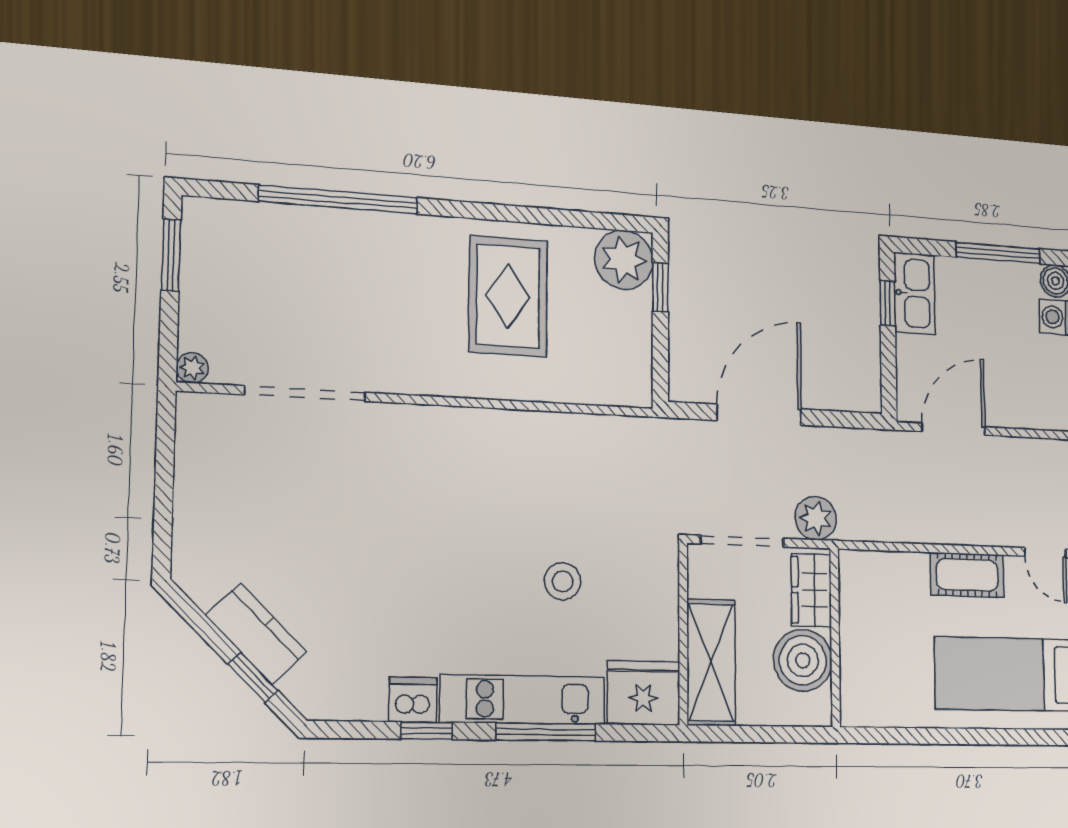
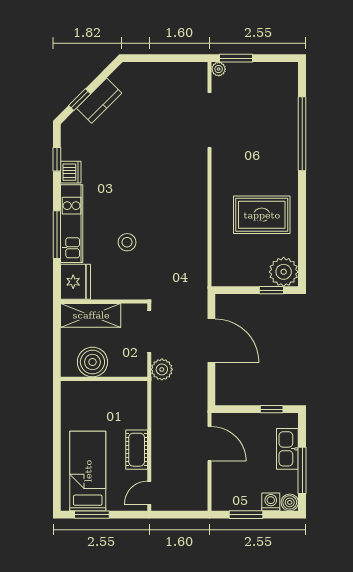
window: (171, 255) -> (236, 58), moved
kitchen sink: (914, 293) -> (287, 449), moved, turned 90
wardrobe: (811, 590) -> (127, 367), removed
window: (427, 731) -> (57, 159), moved

